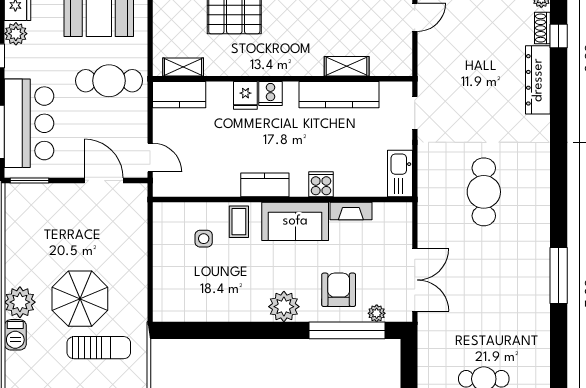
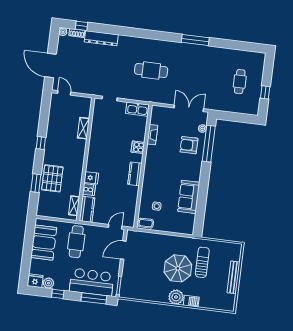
cooker: (270, 93) -> (89, 190), moved
kitchen counter: (339, 95) -> (96, 133), removed
sofa: (295, 221) -> (189, 197), moved, turned 180
coffee table: (239, 222) -> (146, 223), moved
plant: (284, 307) -> (194, 172), removed

